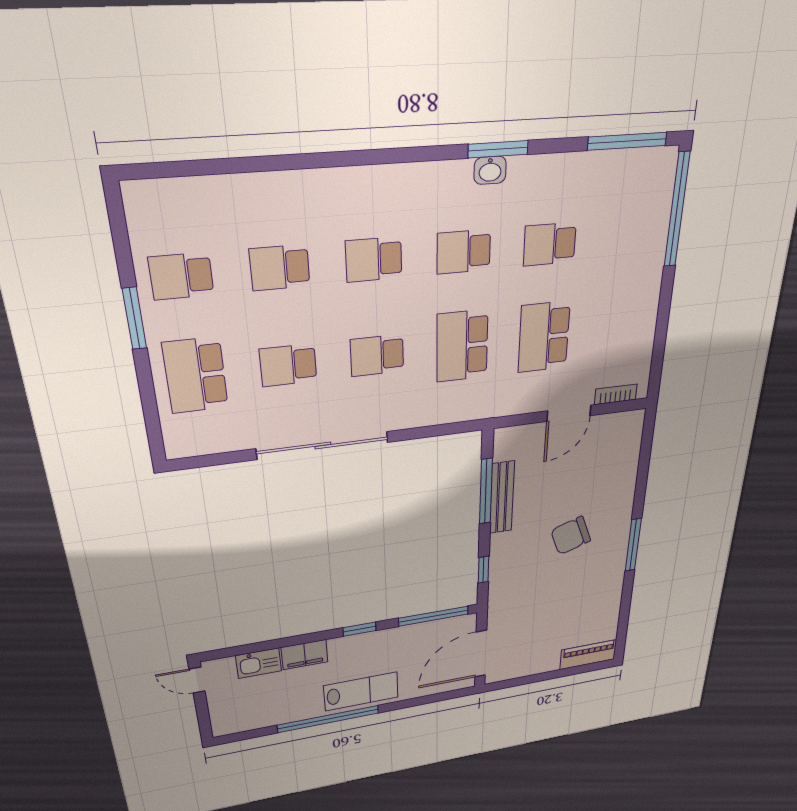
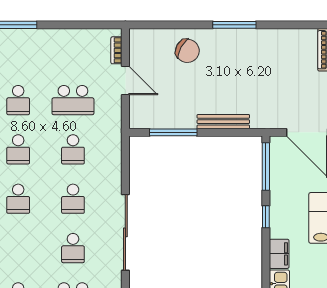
school desk: (280, 268) -> (18, 248), removed
school desk: (462, 346) -> (73, 149), width x0.54
bench: (502, 498) -> (223, 122), moved
chair: (571, 536) -> (187, 51), moved, turned -41
window: (483, 570) -> (234, 132), removed

